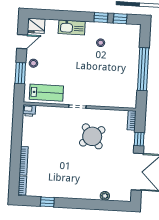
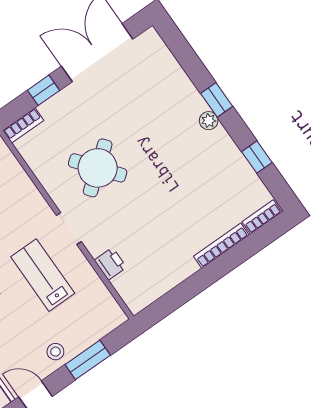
lab bench: (46, 93) -> (43, 275), moved
printer: (29, 111) -> (110, 264), moved
plant: (105, 196) -> (209, 121), moved
window: (82, 204) -> (217, 100), added

